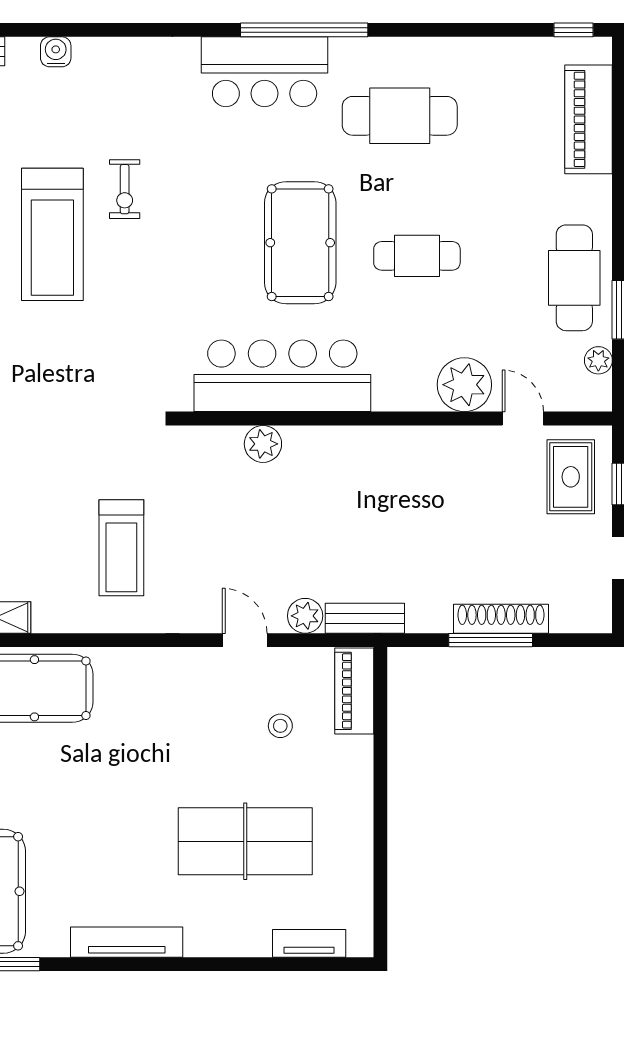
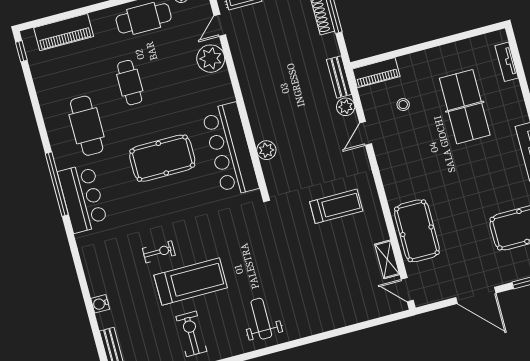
cafe table: (417, 256) -> (130, 83), moved

